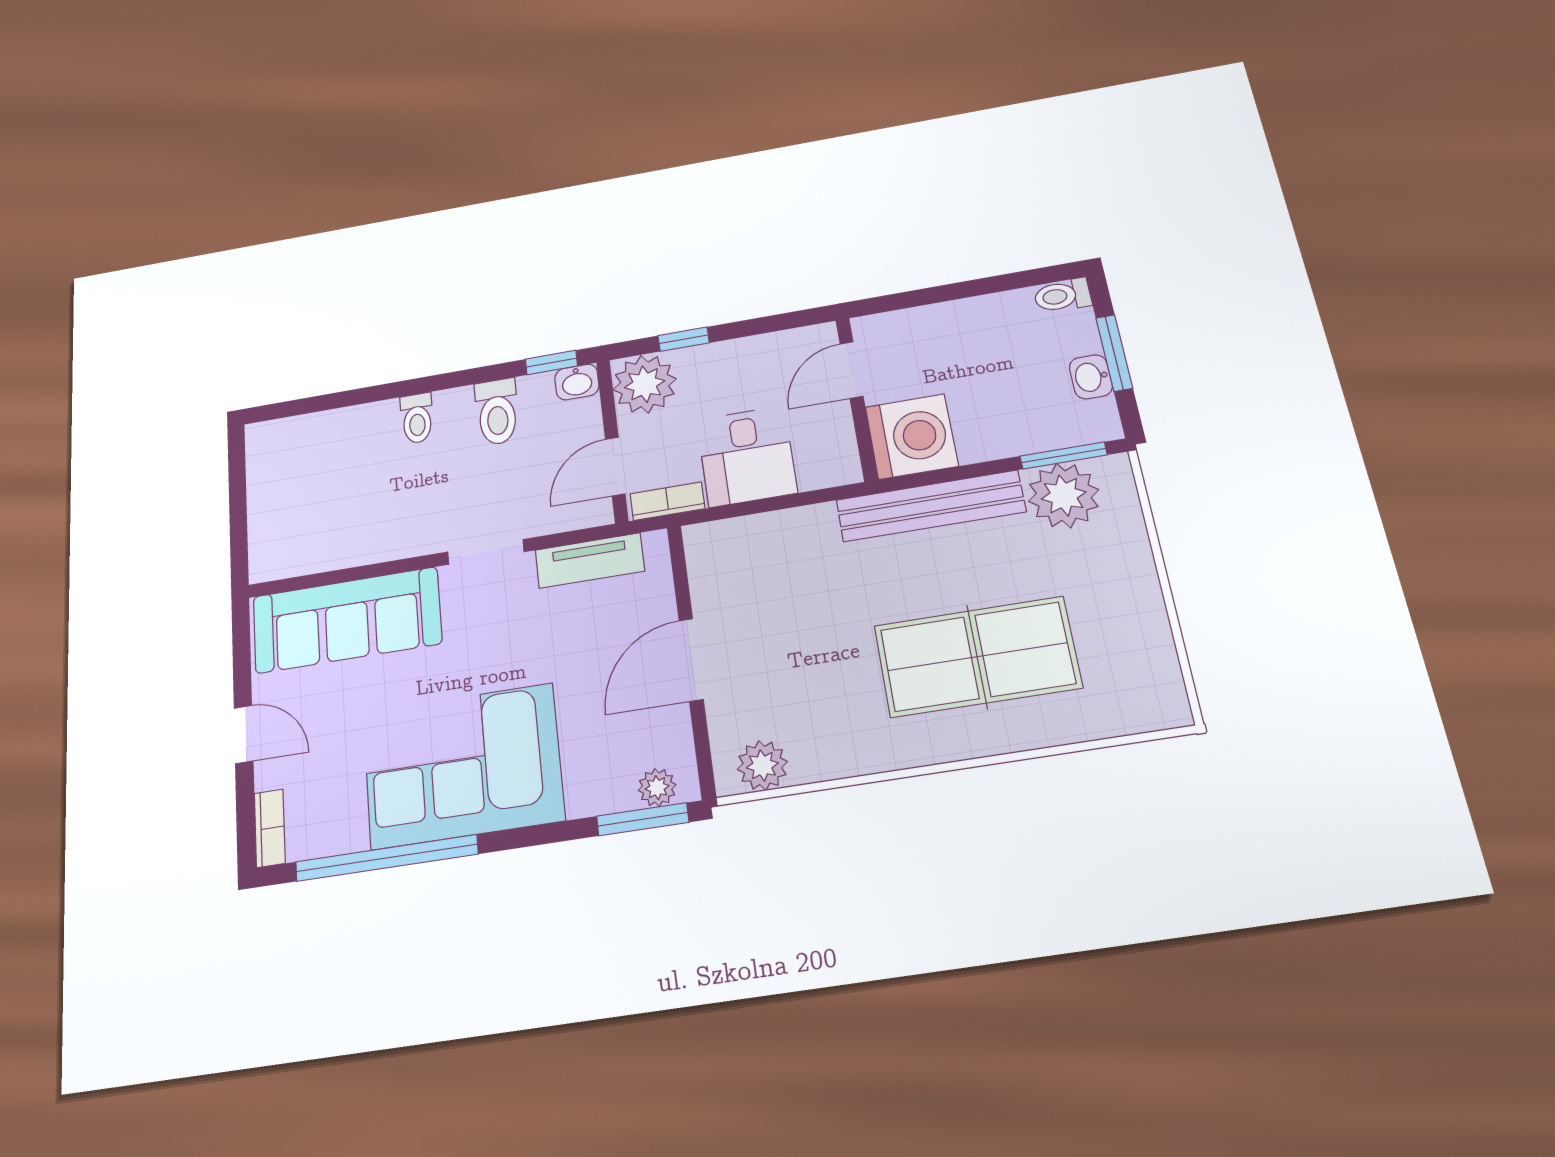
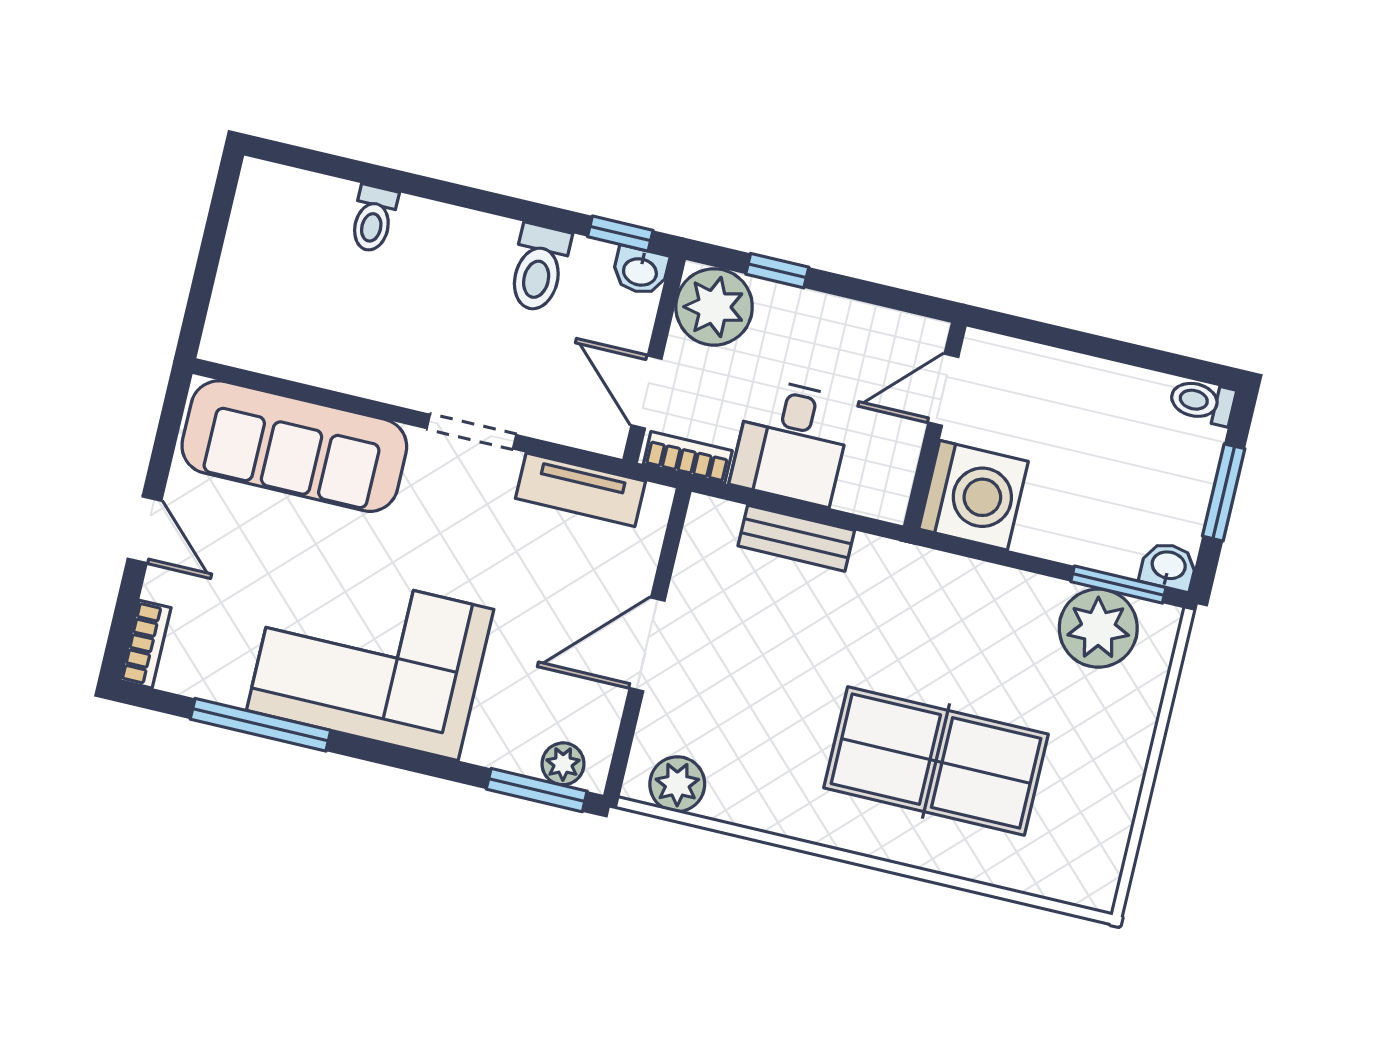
washbasin: (1091, 377) -> (1168, 566), moved, turned 90
toilet: (417, 418) -> (373, 219), moved
door: (615, 466) -> (646, 392), hinge flipped
bench: (931, 506) -> (796, 538), moved, width x0.54, depth x0.82
window: (386, 858) -> (260, 725), width x0.68

